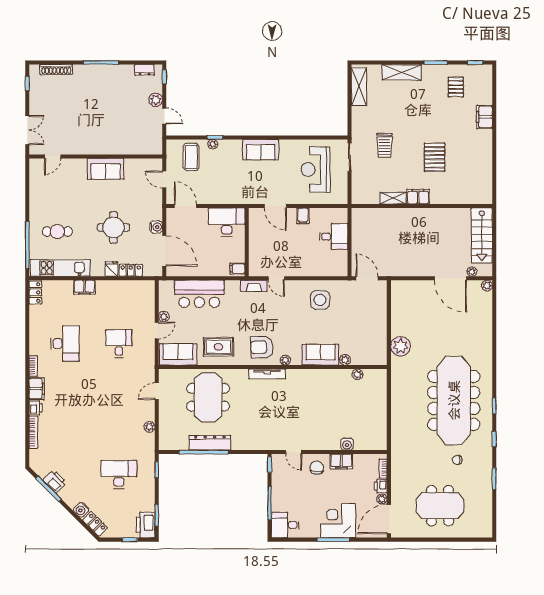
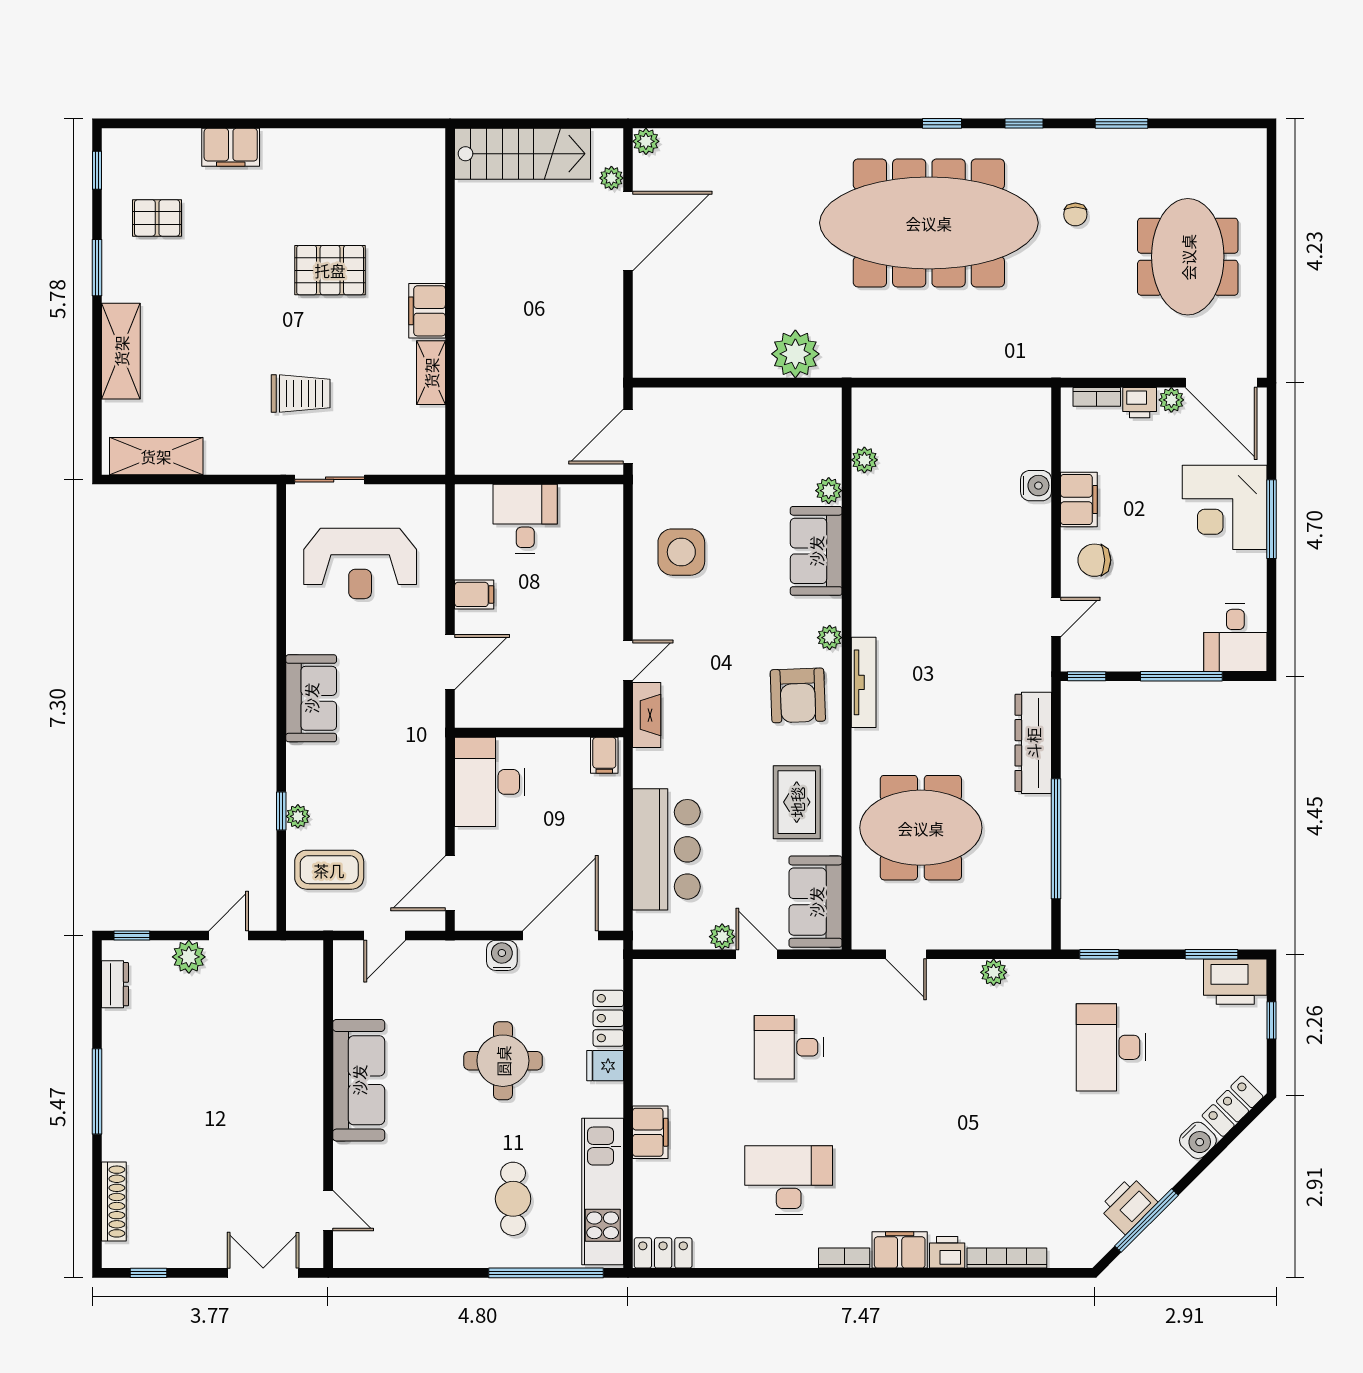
sofa: (106, 169) -> (359, 1080), width x1.36
dresser: (210, 443) -> (1033, 743), moved

